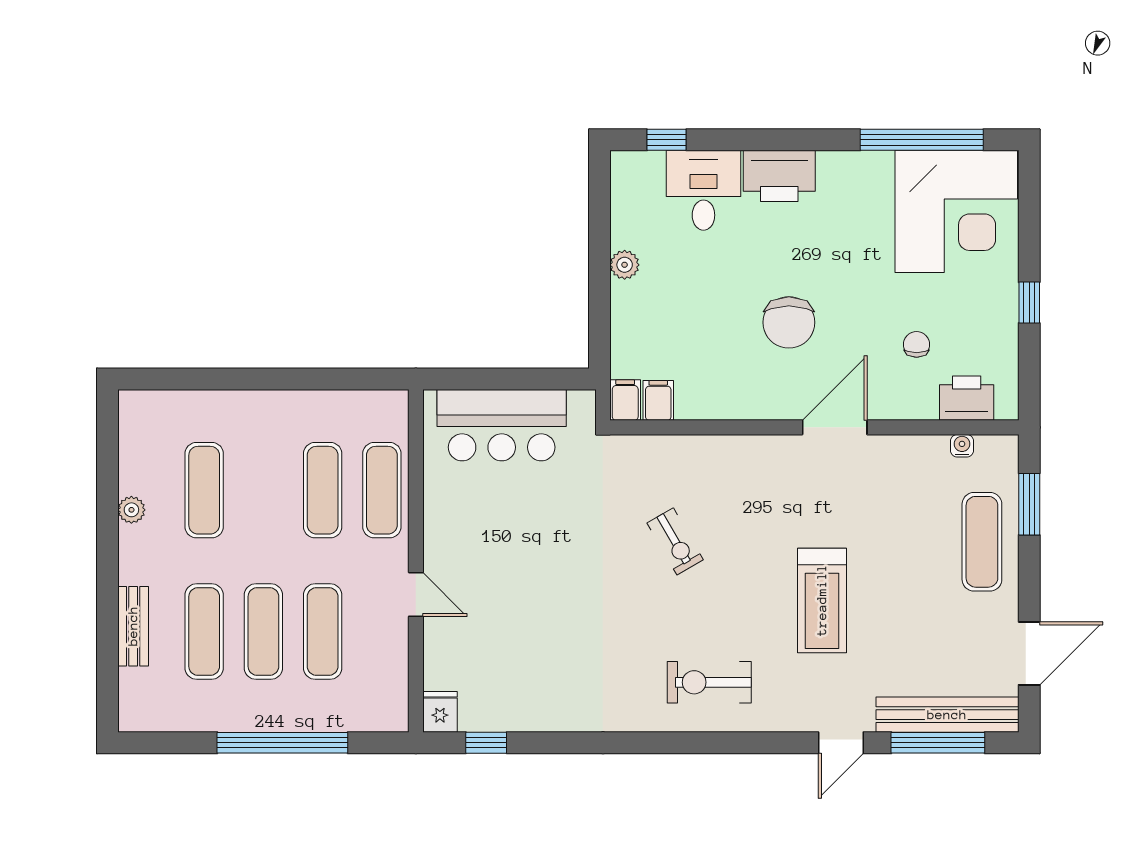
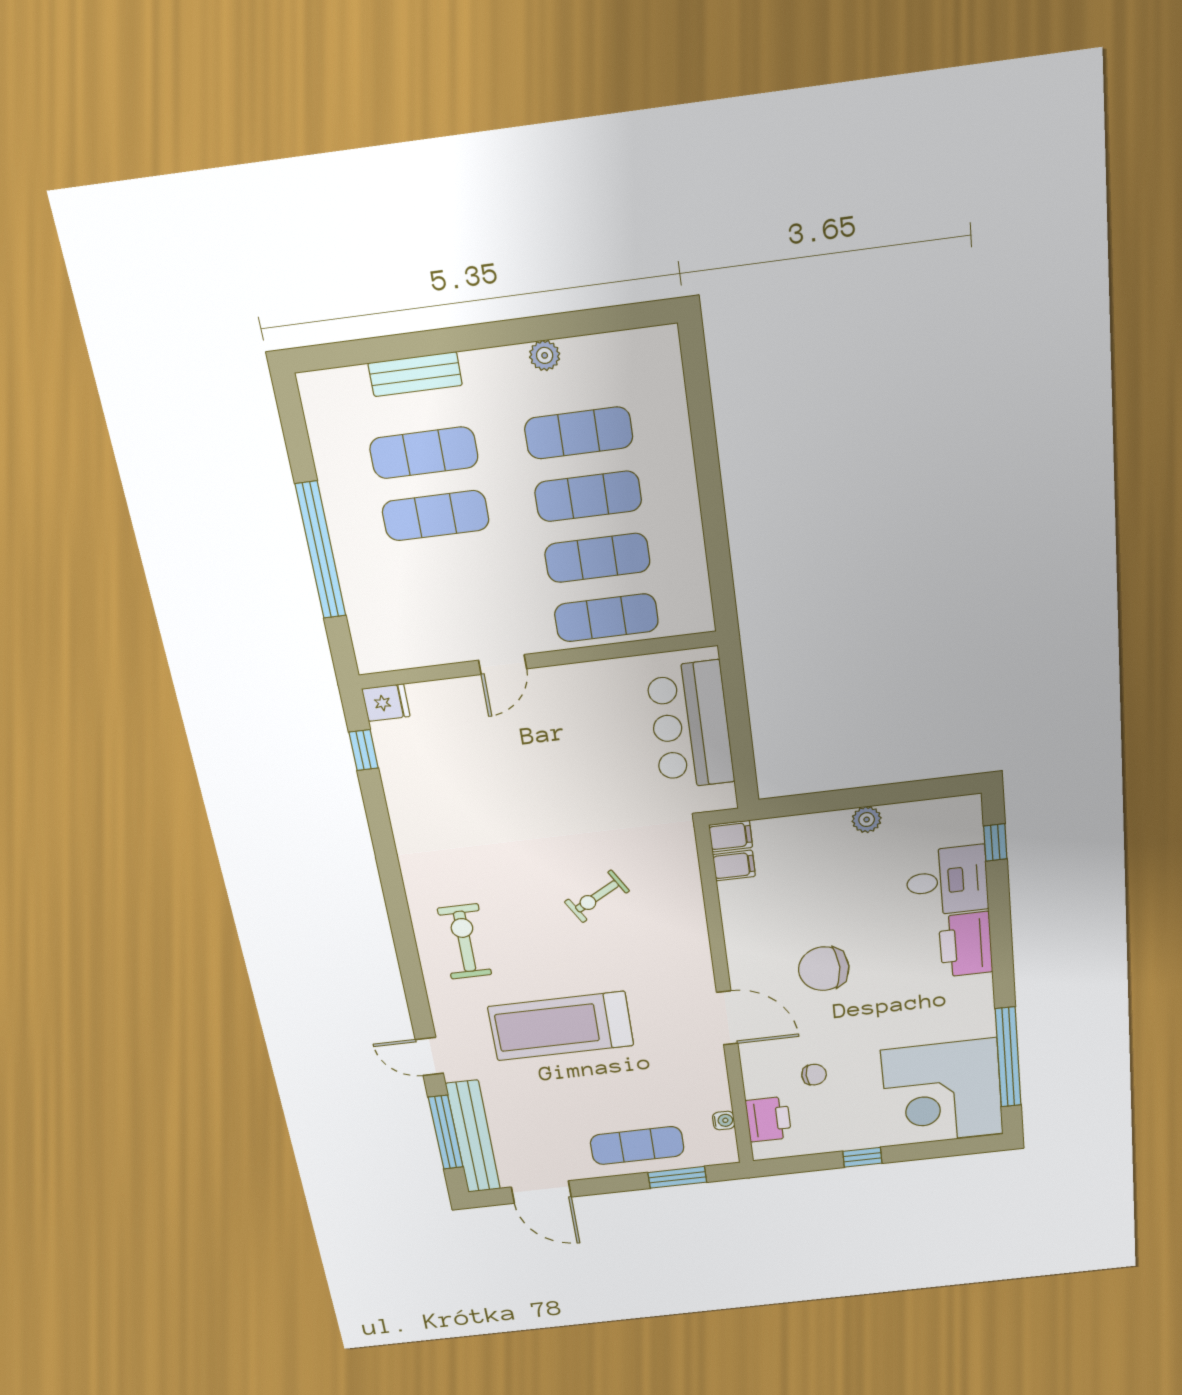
treadmill: (822, 600) -> (561, 1026), width x1.37, depth x1.38
exercise mat: (323, 631) -> (588, 496), moved

